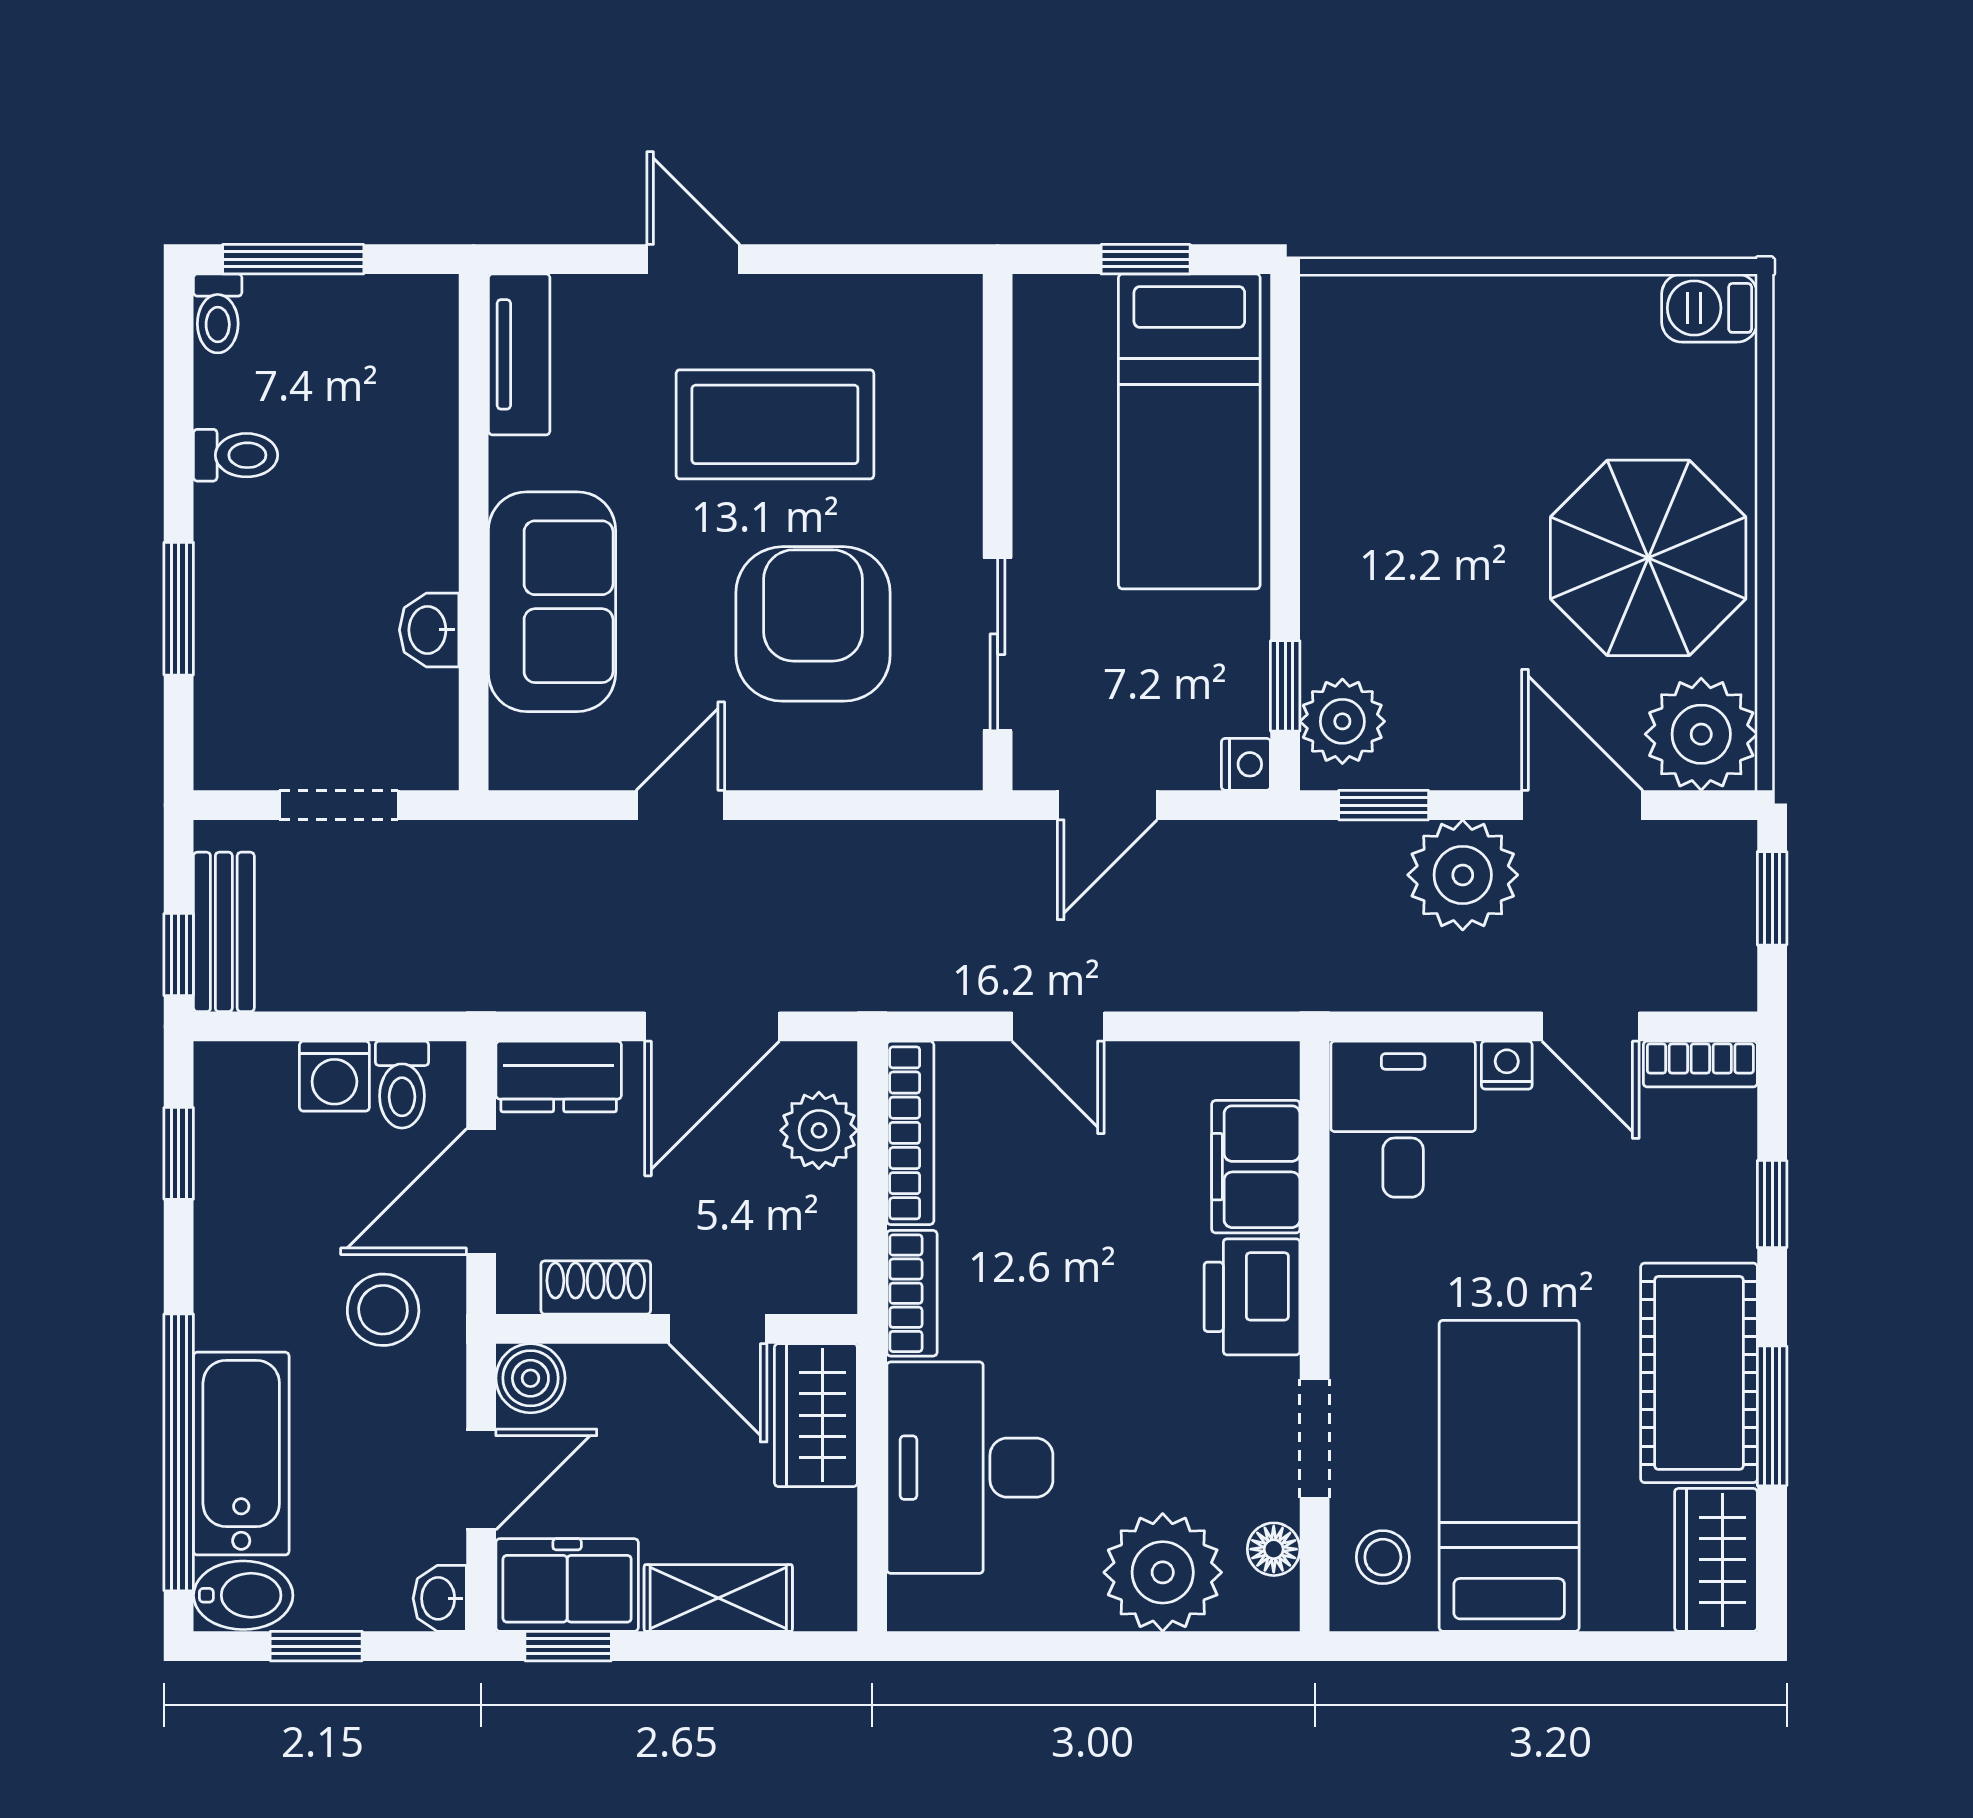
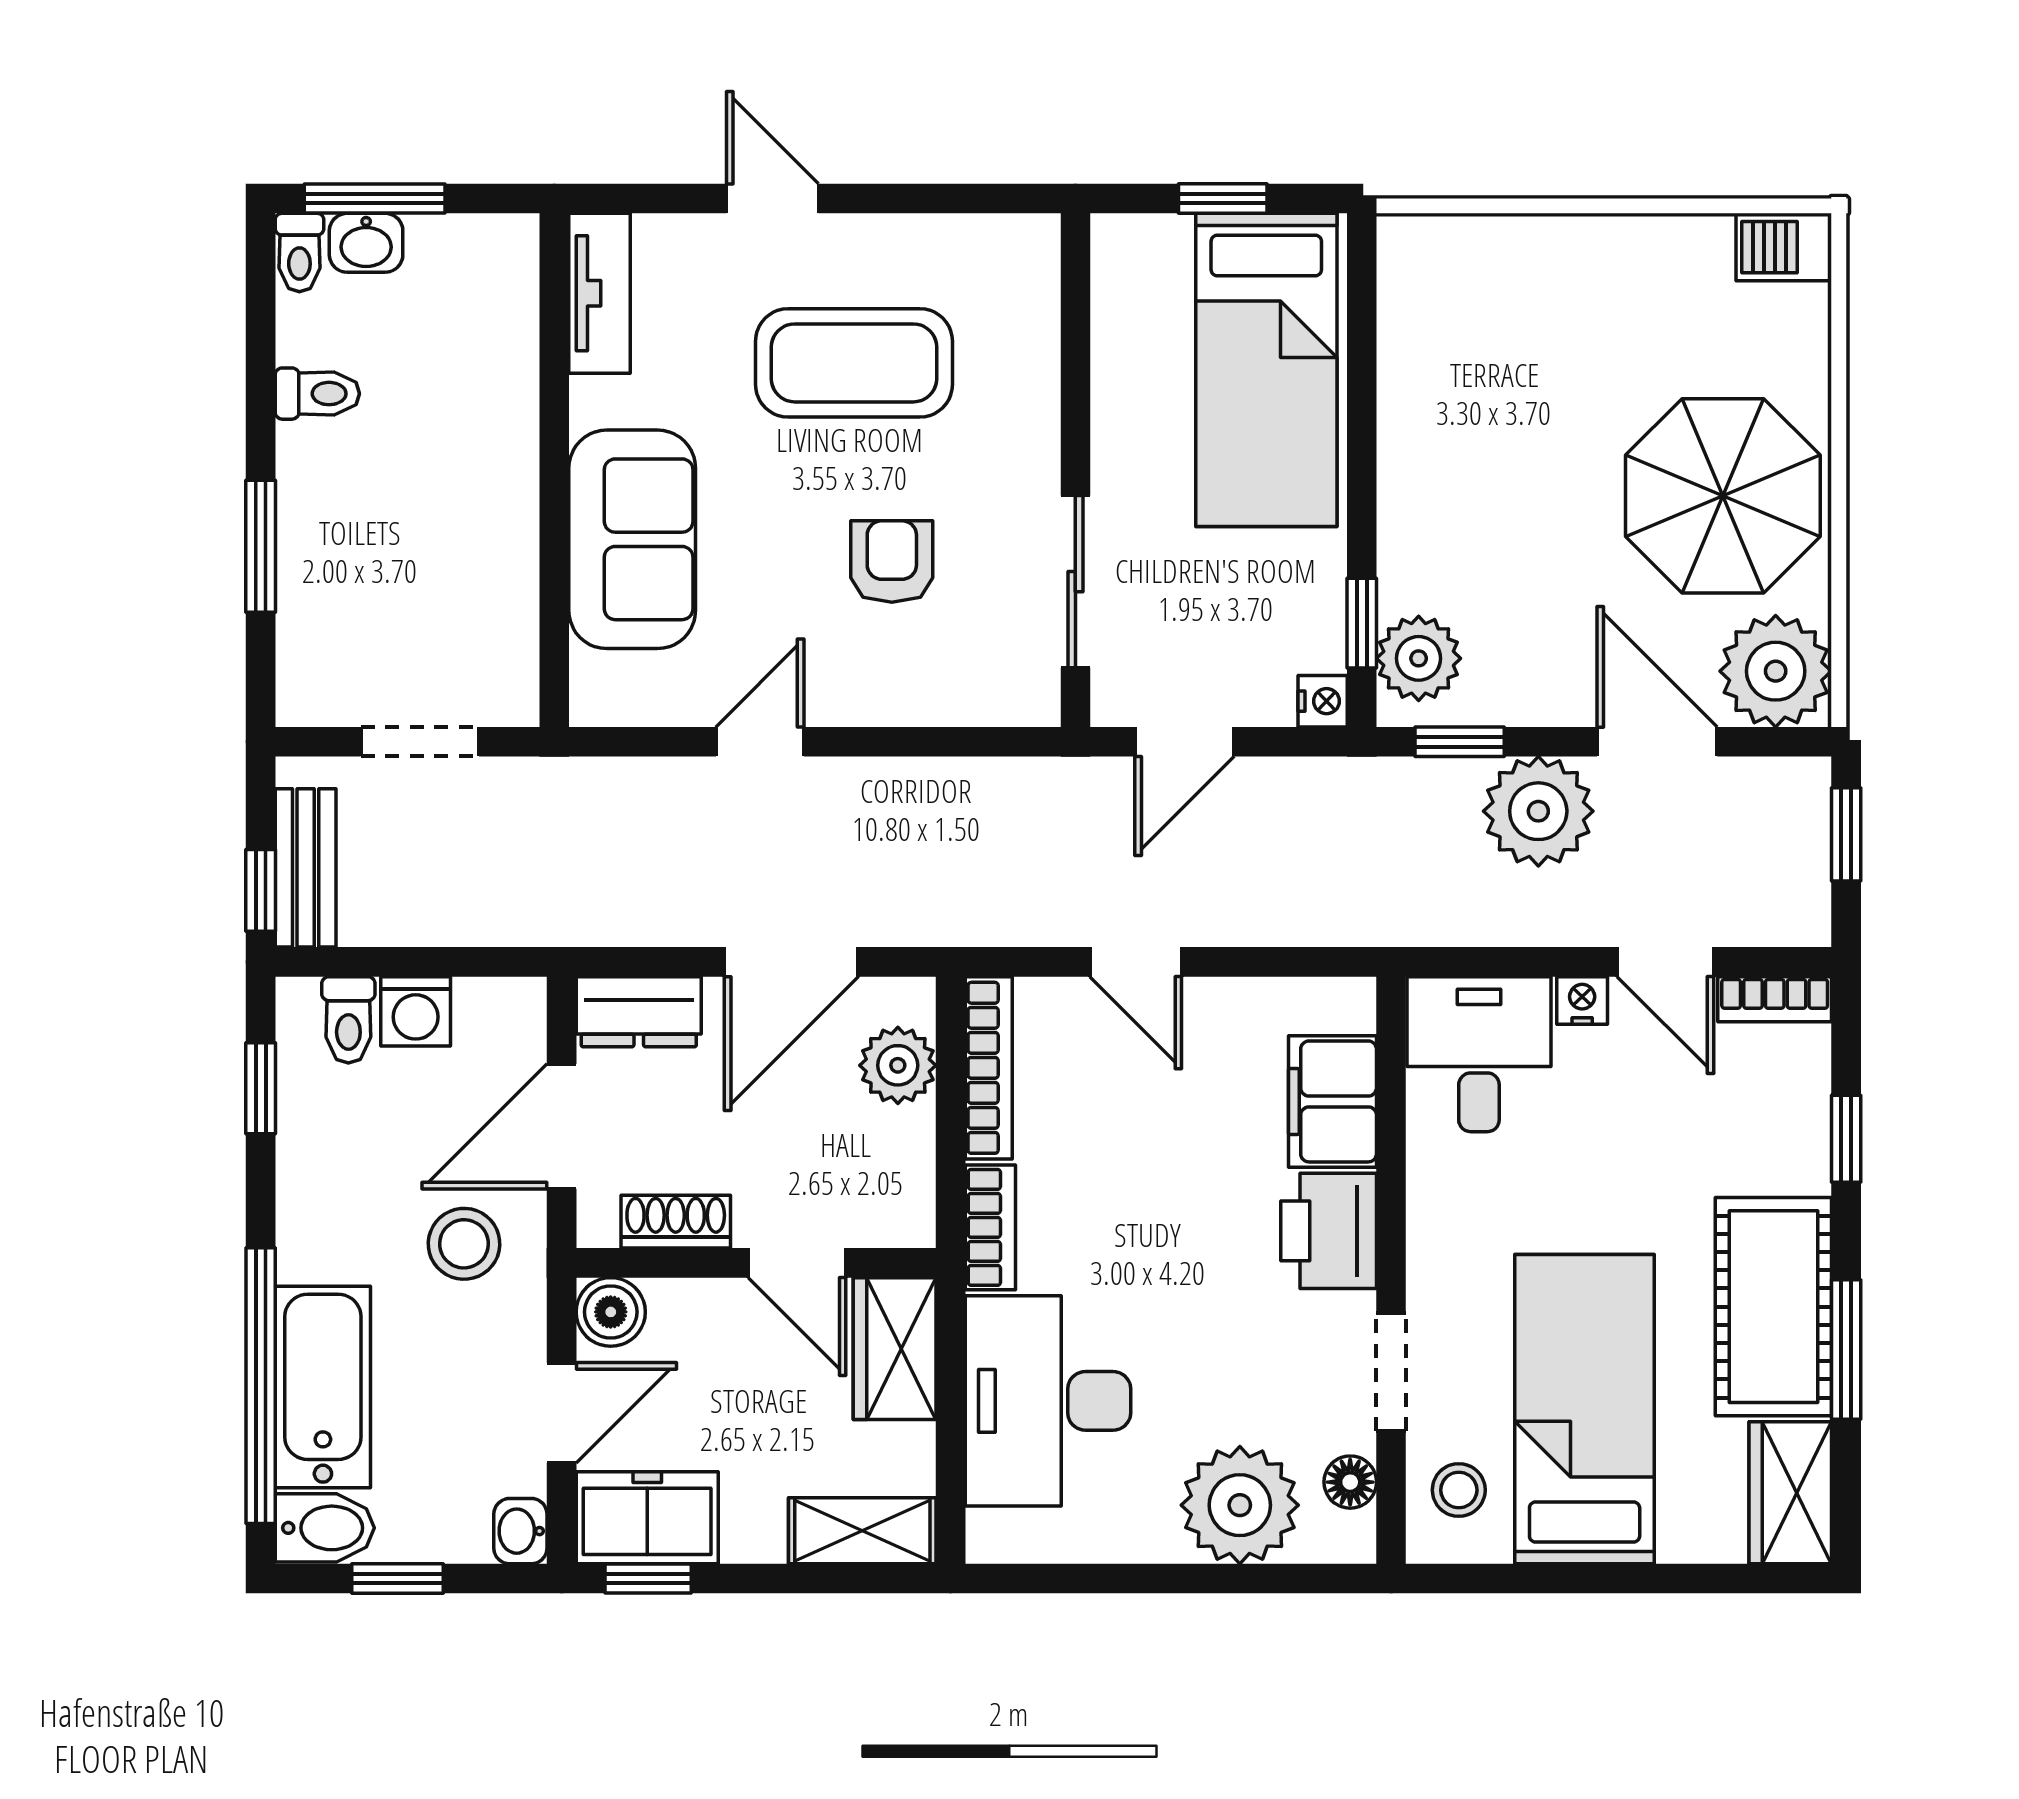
armchair: (813, 624) -> (892, 561), width x0.53, depth x0.53
washbasin: (429, 630) -> (366, 243), moved, turned -90
toilet: (402, 1085) -> (348, 1020), moved
shelving: (718, 1598) -> (862, 1531), moved

